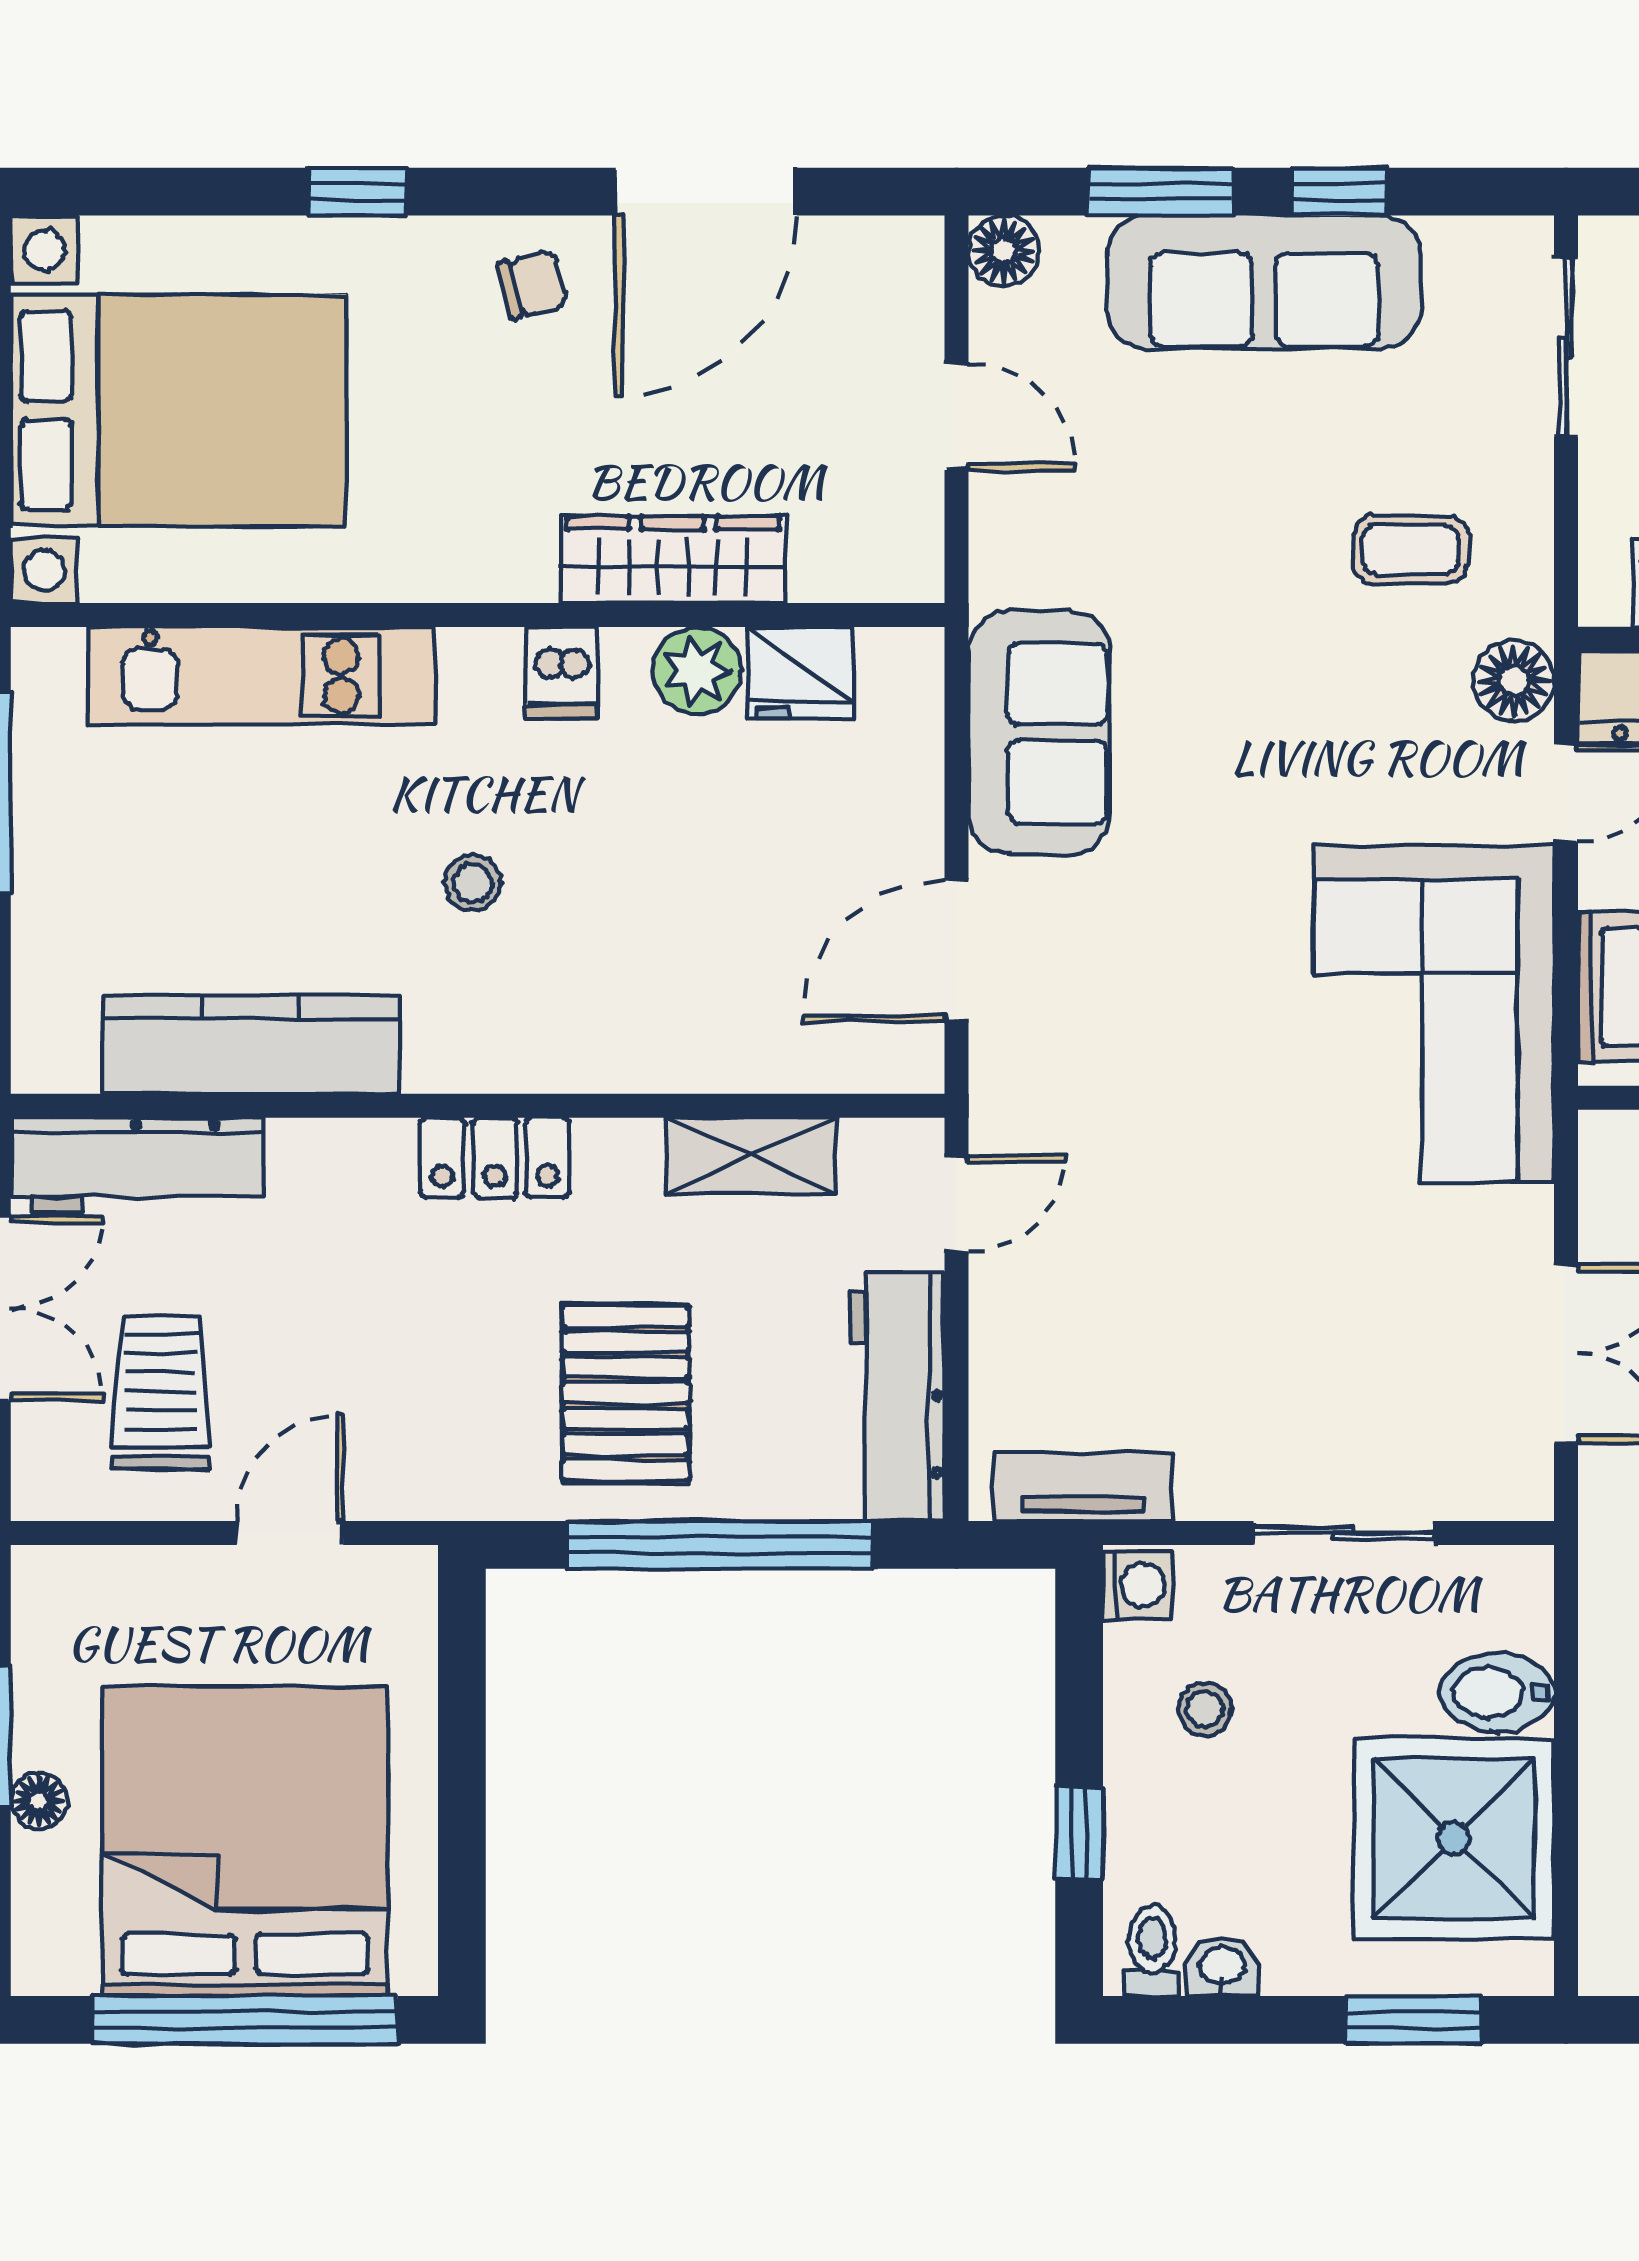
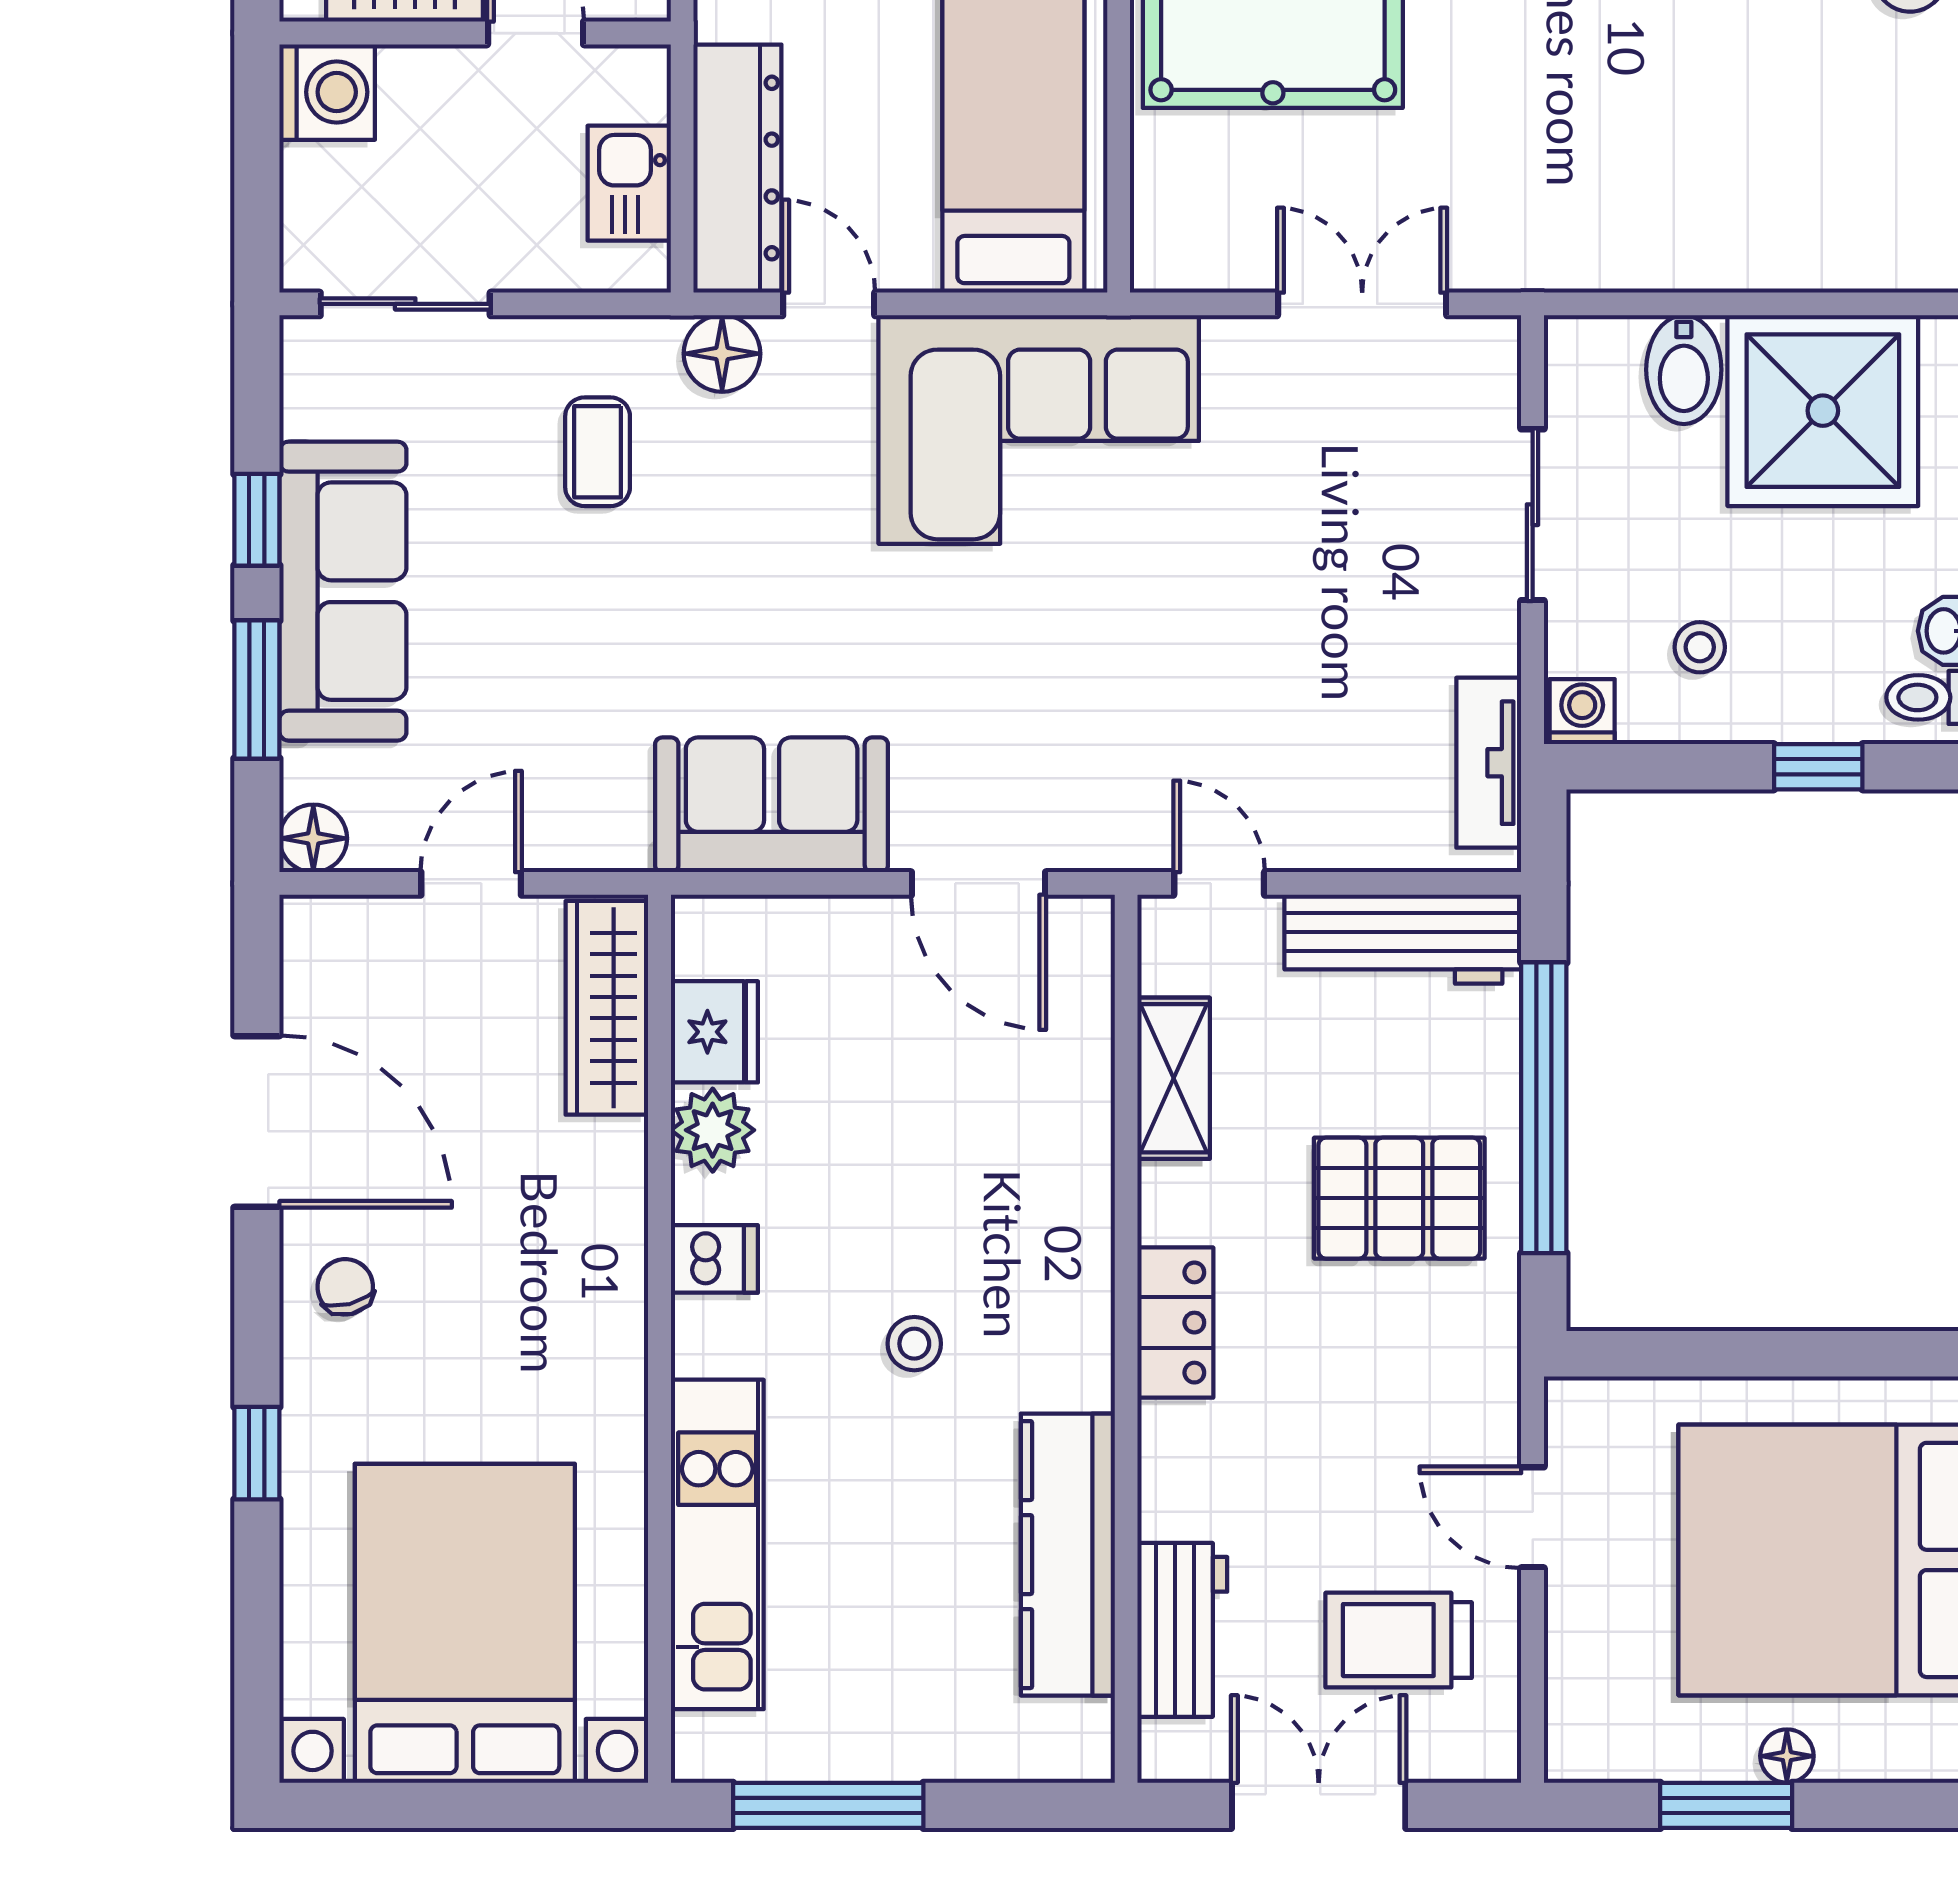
wardrobe: (673, 560) -> (607, 1008), moved
workbench: (137, 1165) -> (1182, 1630), width x0.73

